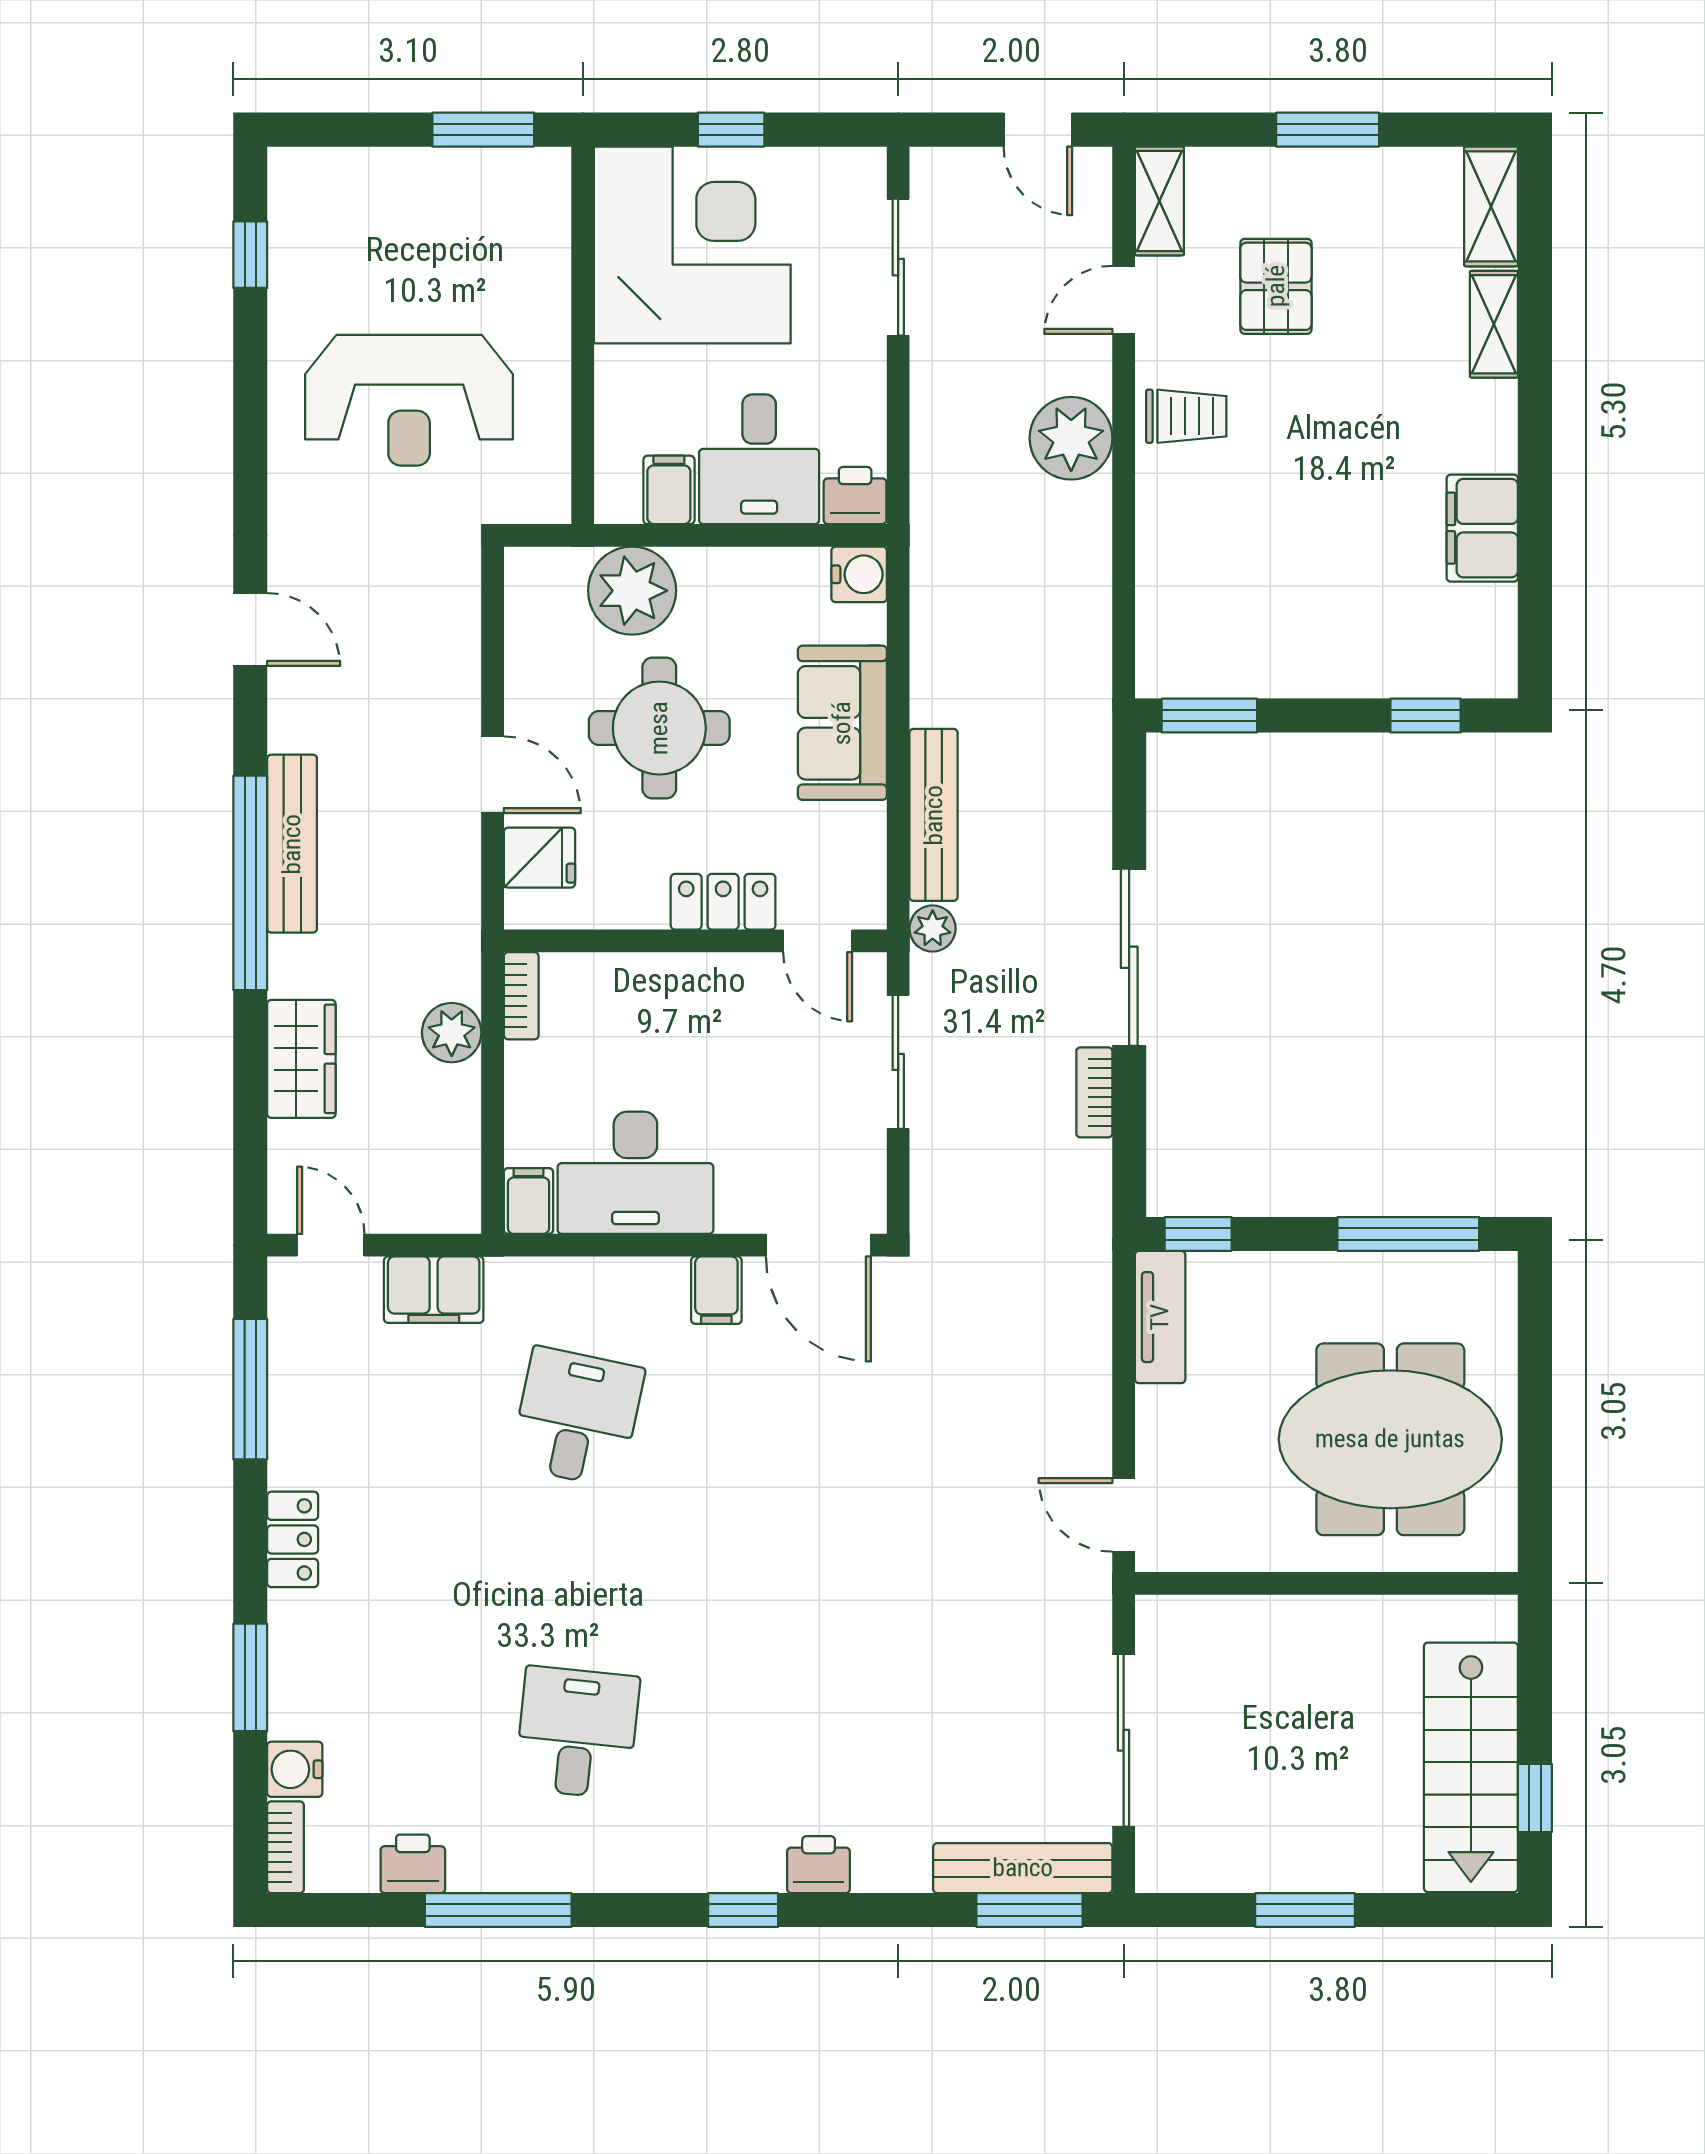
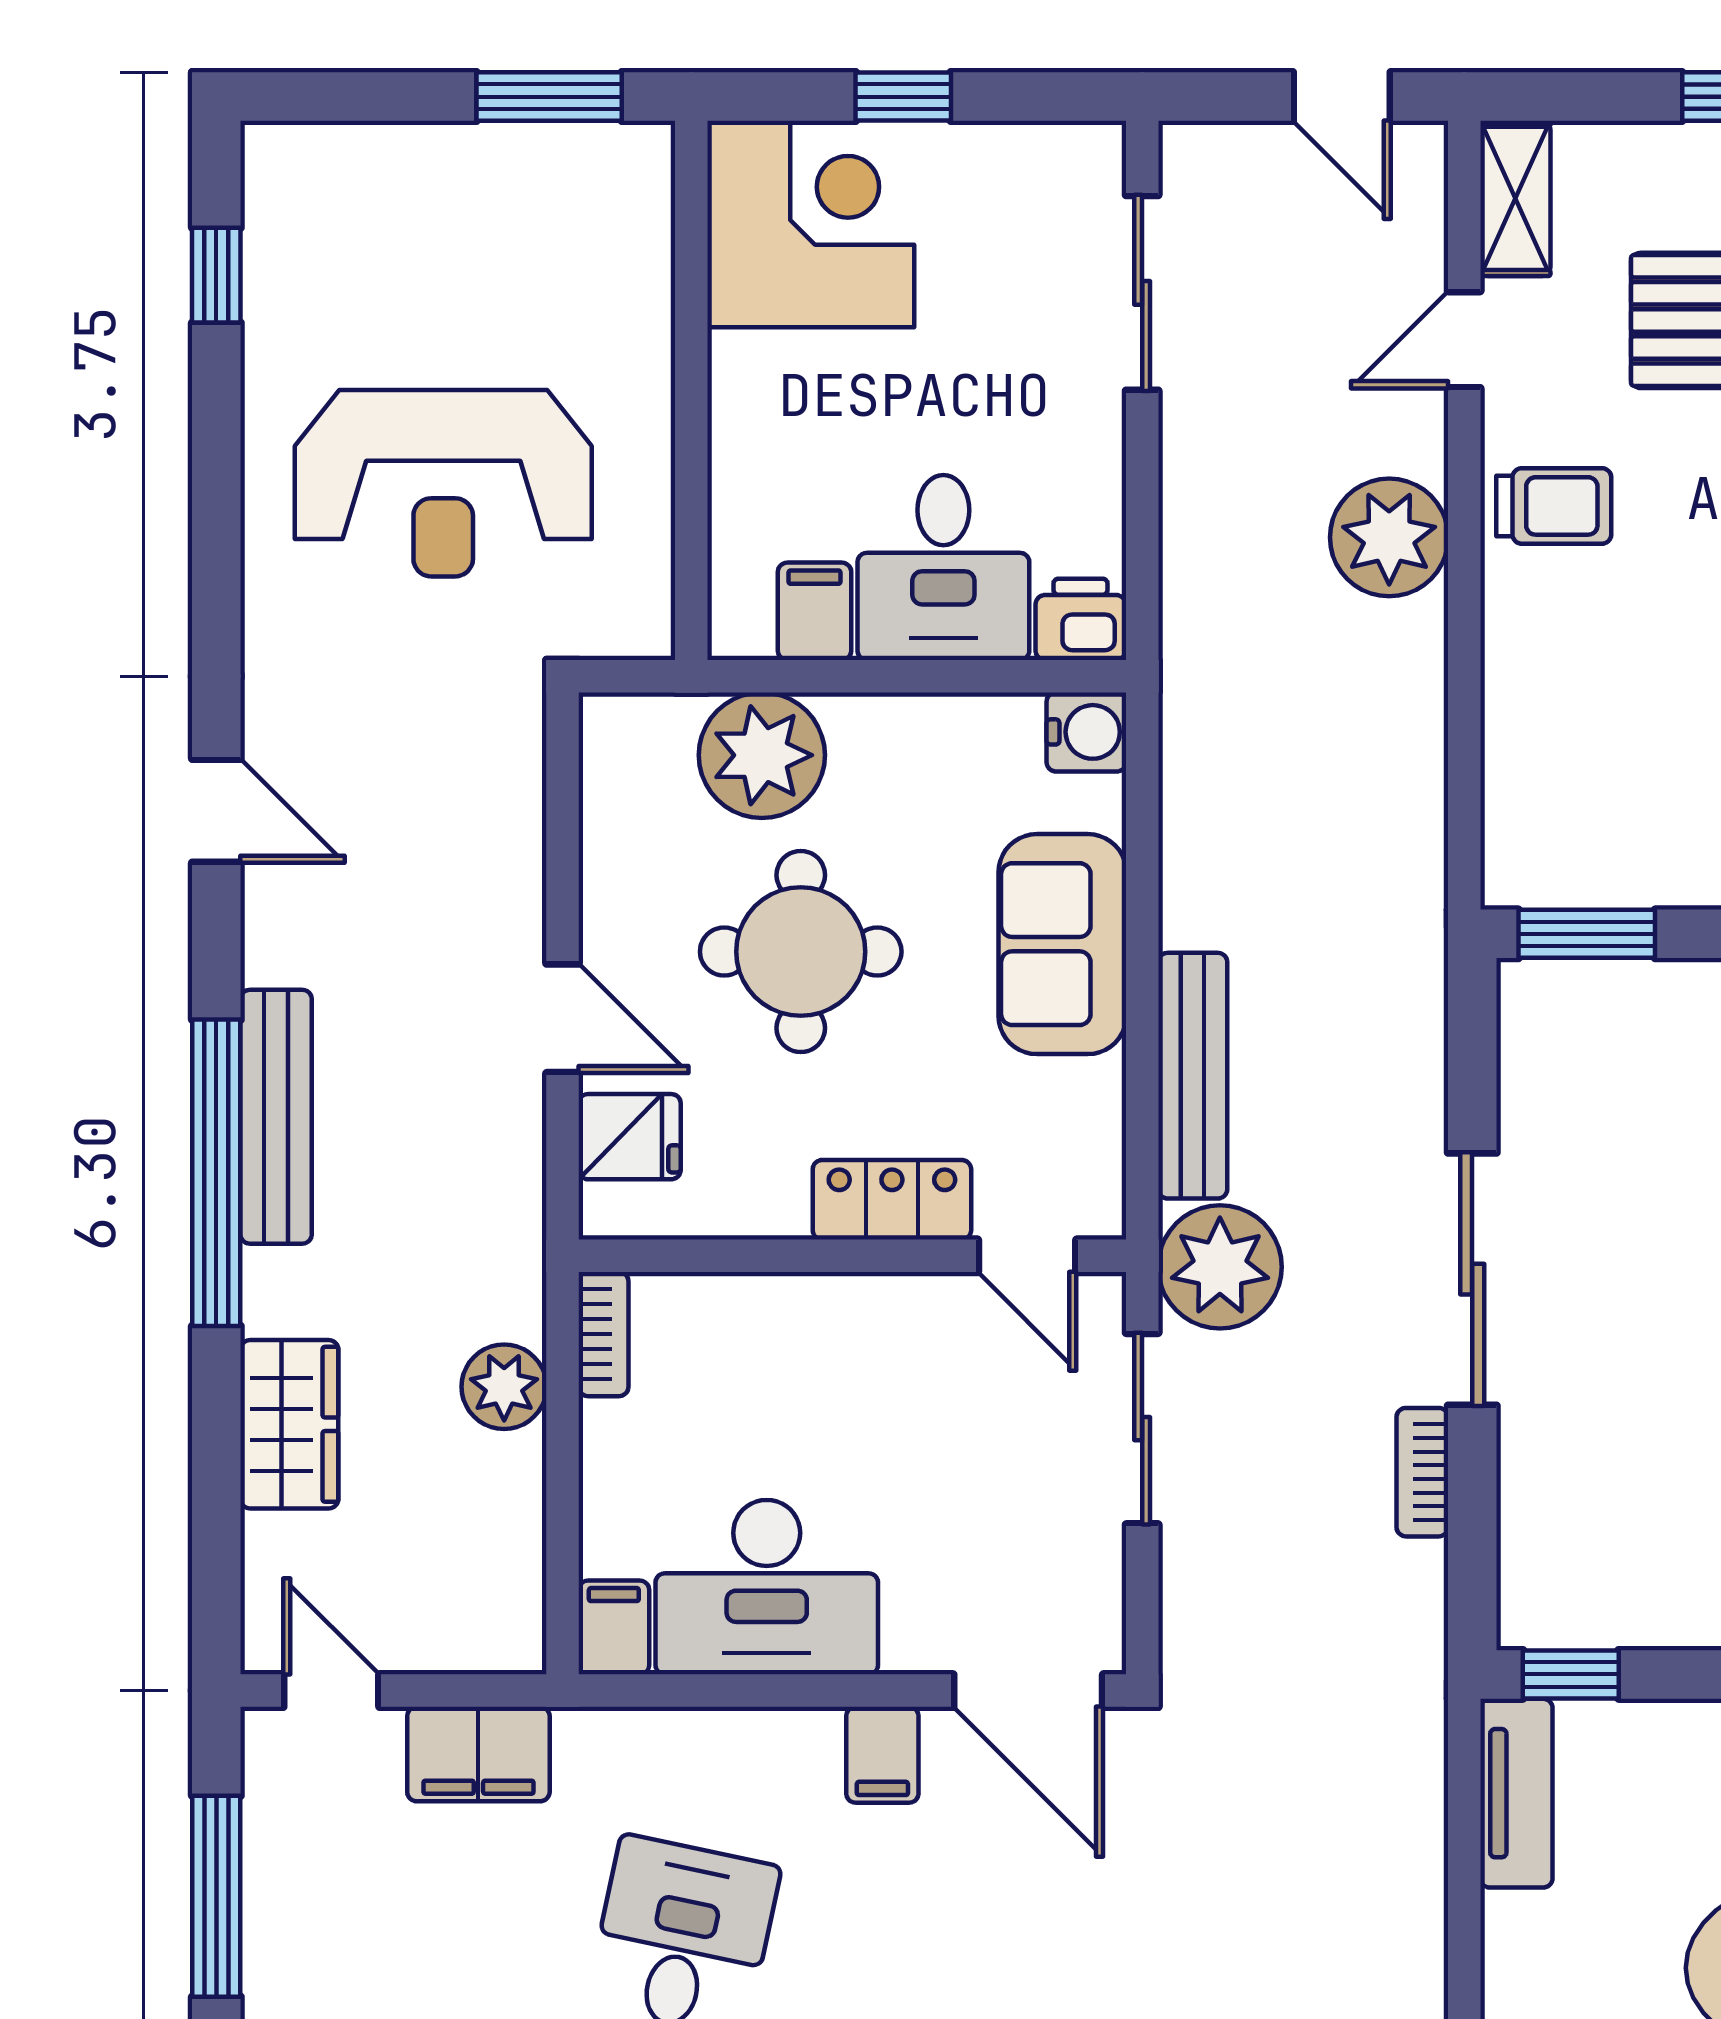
corner desk: (692, 245) -> (811, 224), width x0.74, depth x0.74
plant: (933, 928) -> (1220, 1267), width x1.88, depth x1.88

